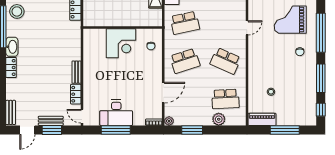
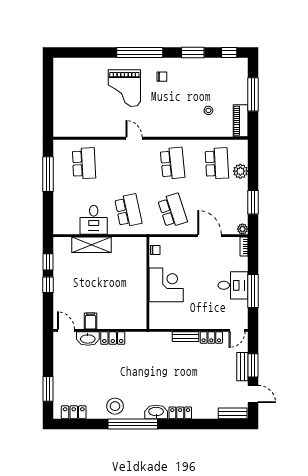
wall: (123, 28) -> (148, 283), moved
corner desk: (121, 43) -> (166, 285), moved
school desk: (225, 61) -> (173, 163), turned -30
window: (321, 78) -> (193, 52), width x0.69
desk: (116, 113) -> (233, 285), width x0.73

